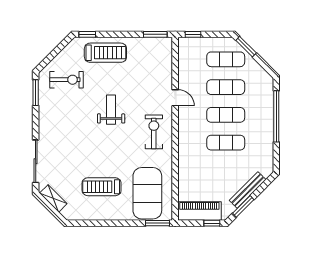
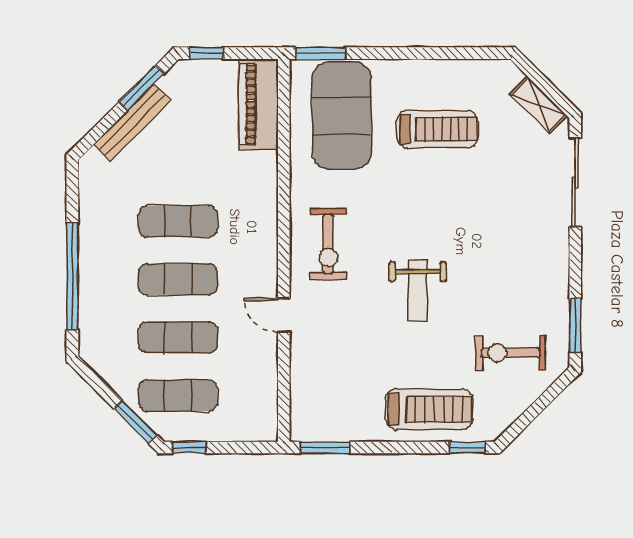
window: (193, 34) -> (189, 447), moved
treadmill: (105, 53) -> (429, 409), turned 180
piano: (199, 211) -> (258, 104), moved, turned 90

